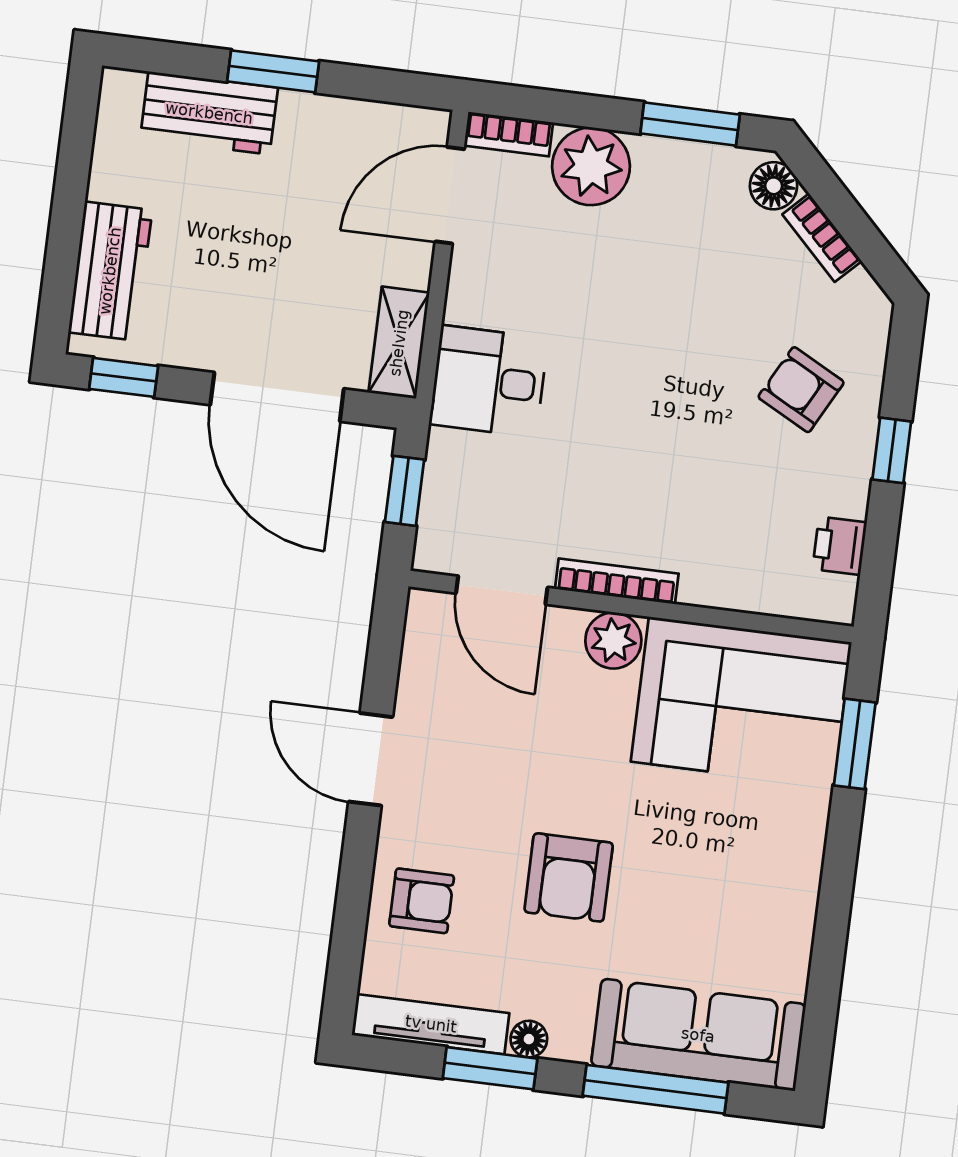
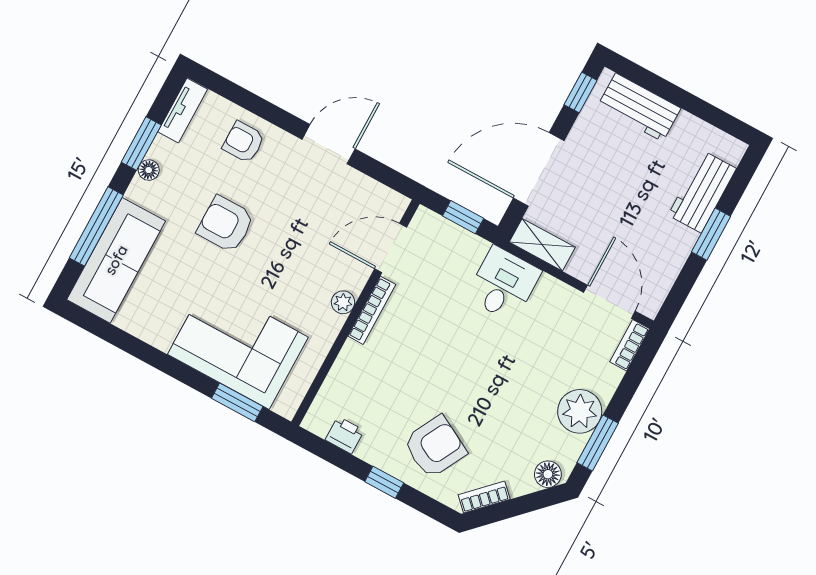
plant: (591, 166) -> (580, 411), moved
bookcase: (822, 238) -> (484, 497), moved
armchair: (801, 390) -> (435, 447), width x1.38, depth x1.38
plant: (613, 641) -> (343, 302), width x0.73, depth x0.73
corner sofa: (741, 702) -> (238, 346), moved, turned 90
armchair: (422, 901) -> (244, 142), turned 90
tv unit: (431, 1024) -> (183, 110), width x0.71

